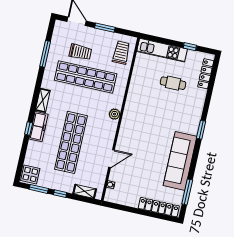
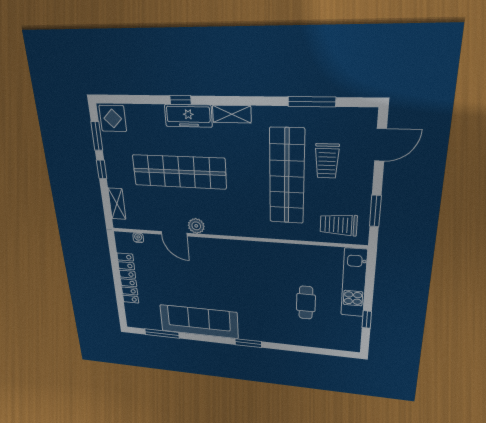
window: (105, 28) -> (375, 211), moved
trolley: (121, 53) -> (339, 225), turned 180
locker: (206, 74) -> (329, 343), removed
plant: (115, 114) -> (196, 226), moved
locker: (159, 207) -> (128, 278), moved

